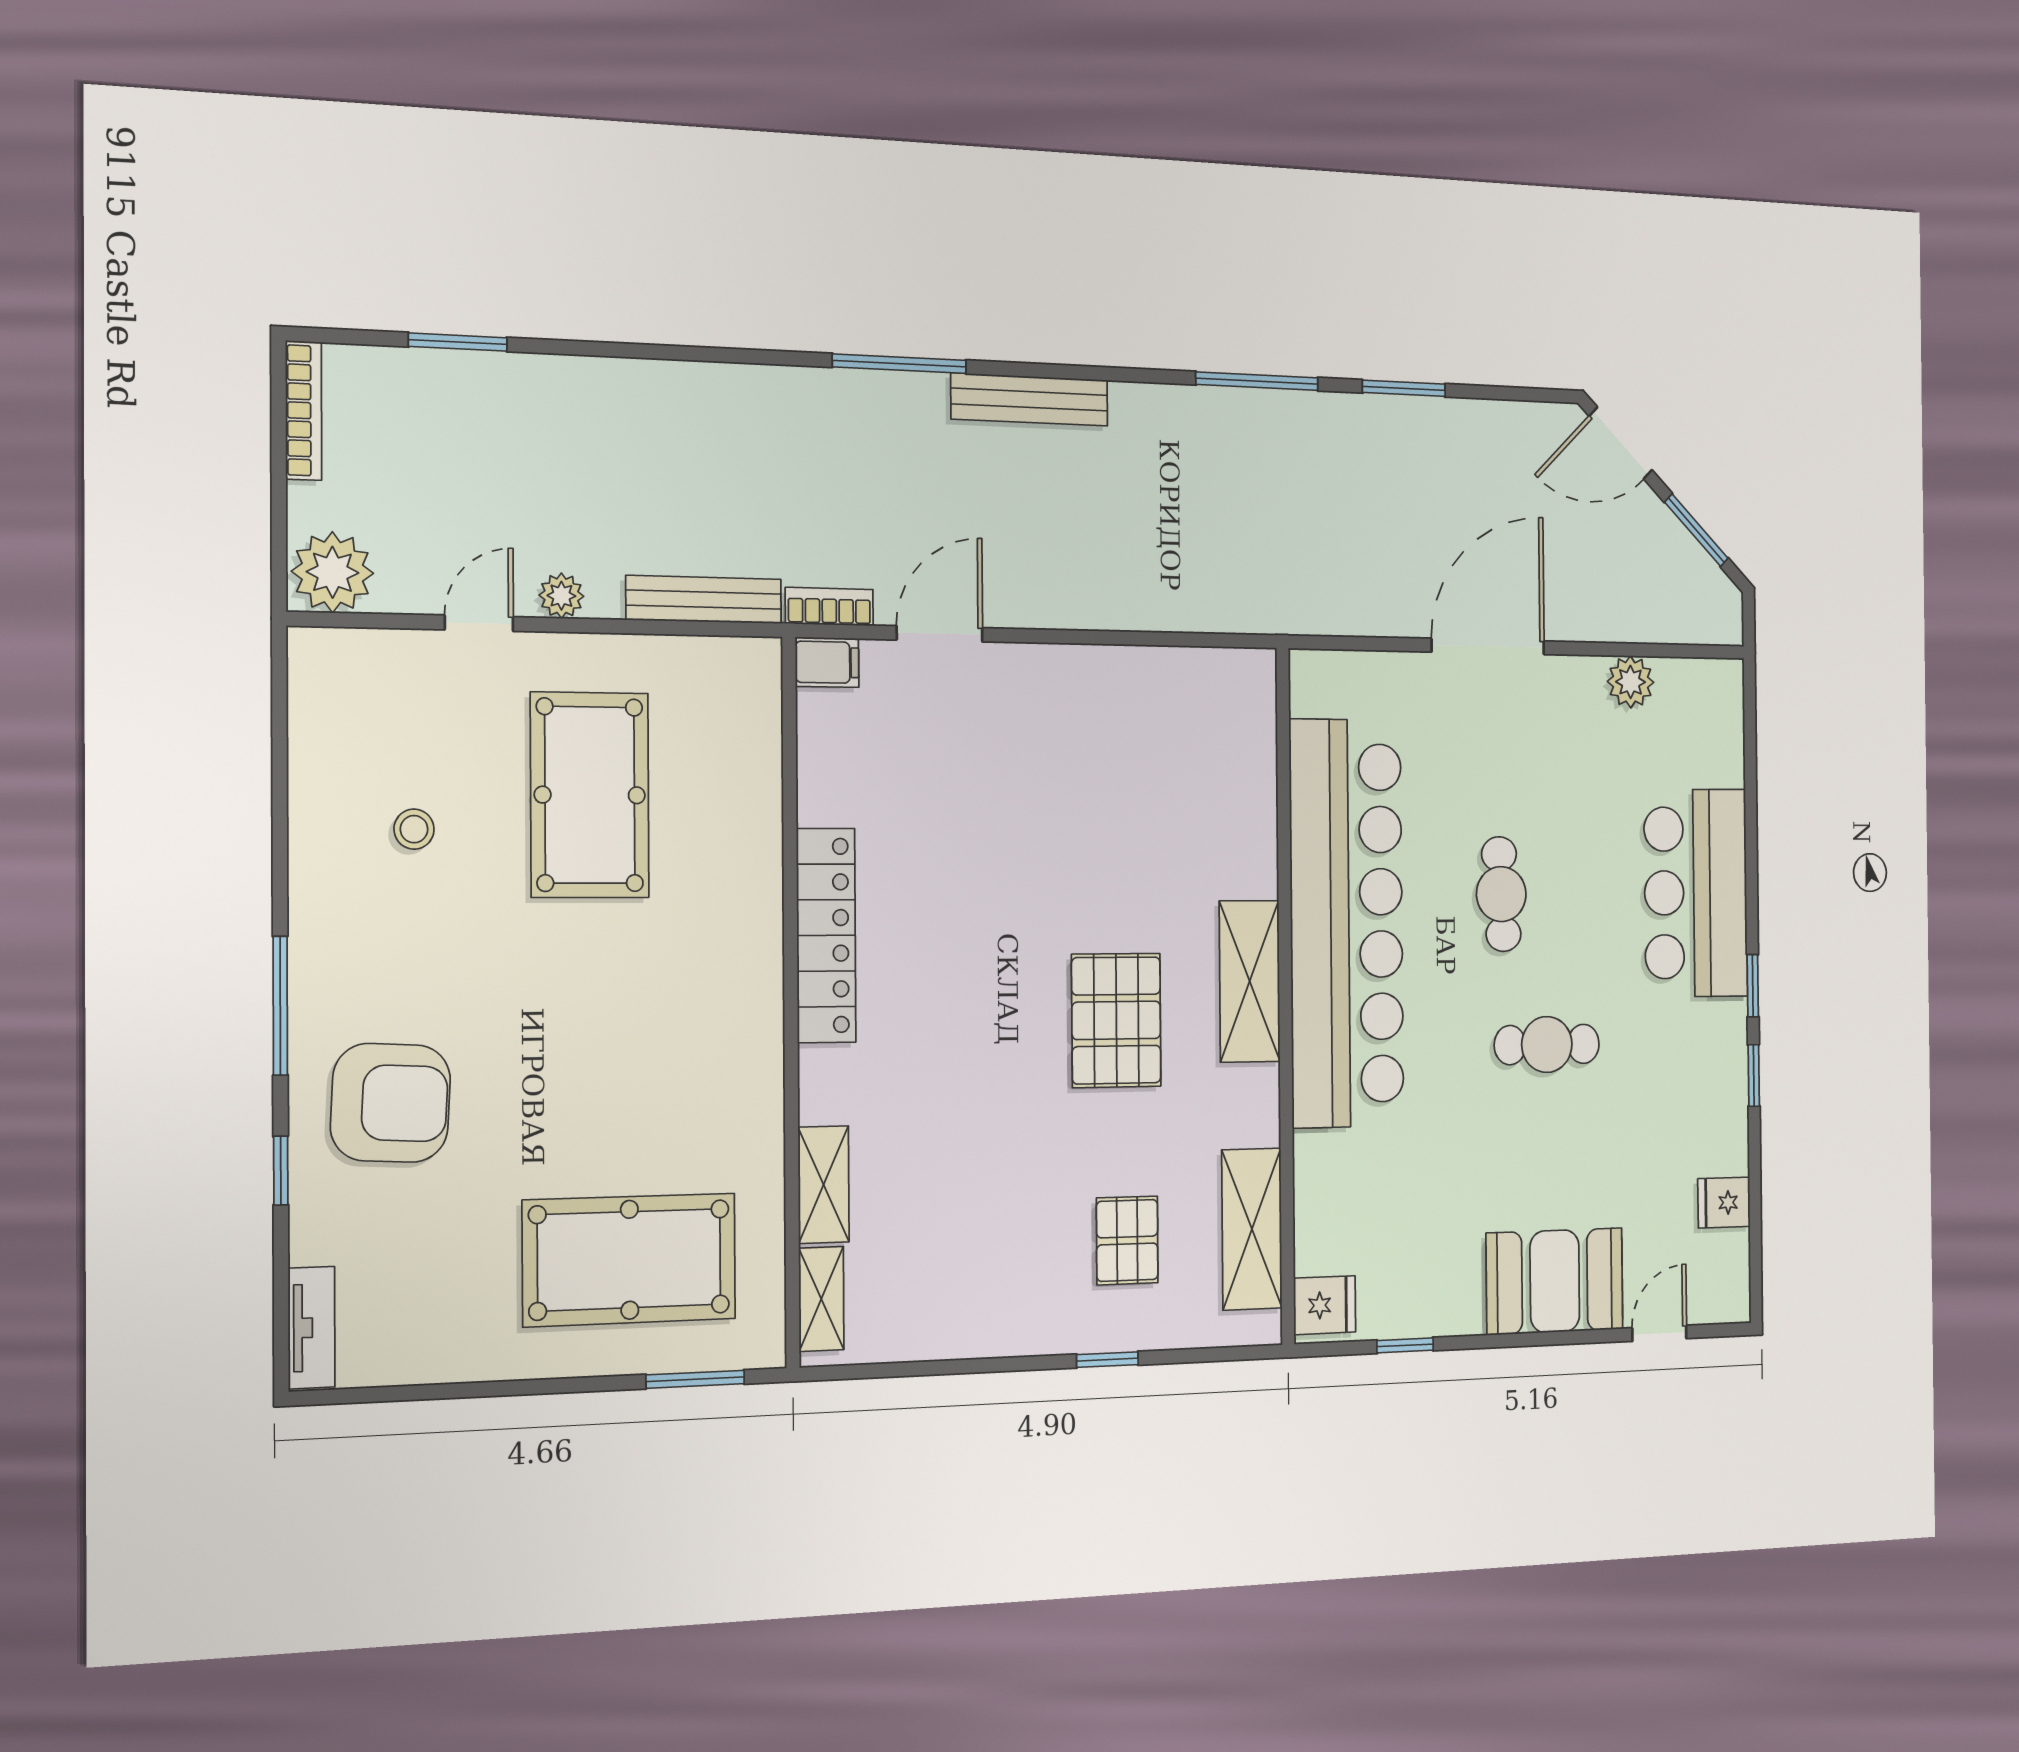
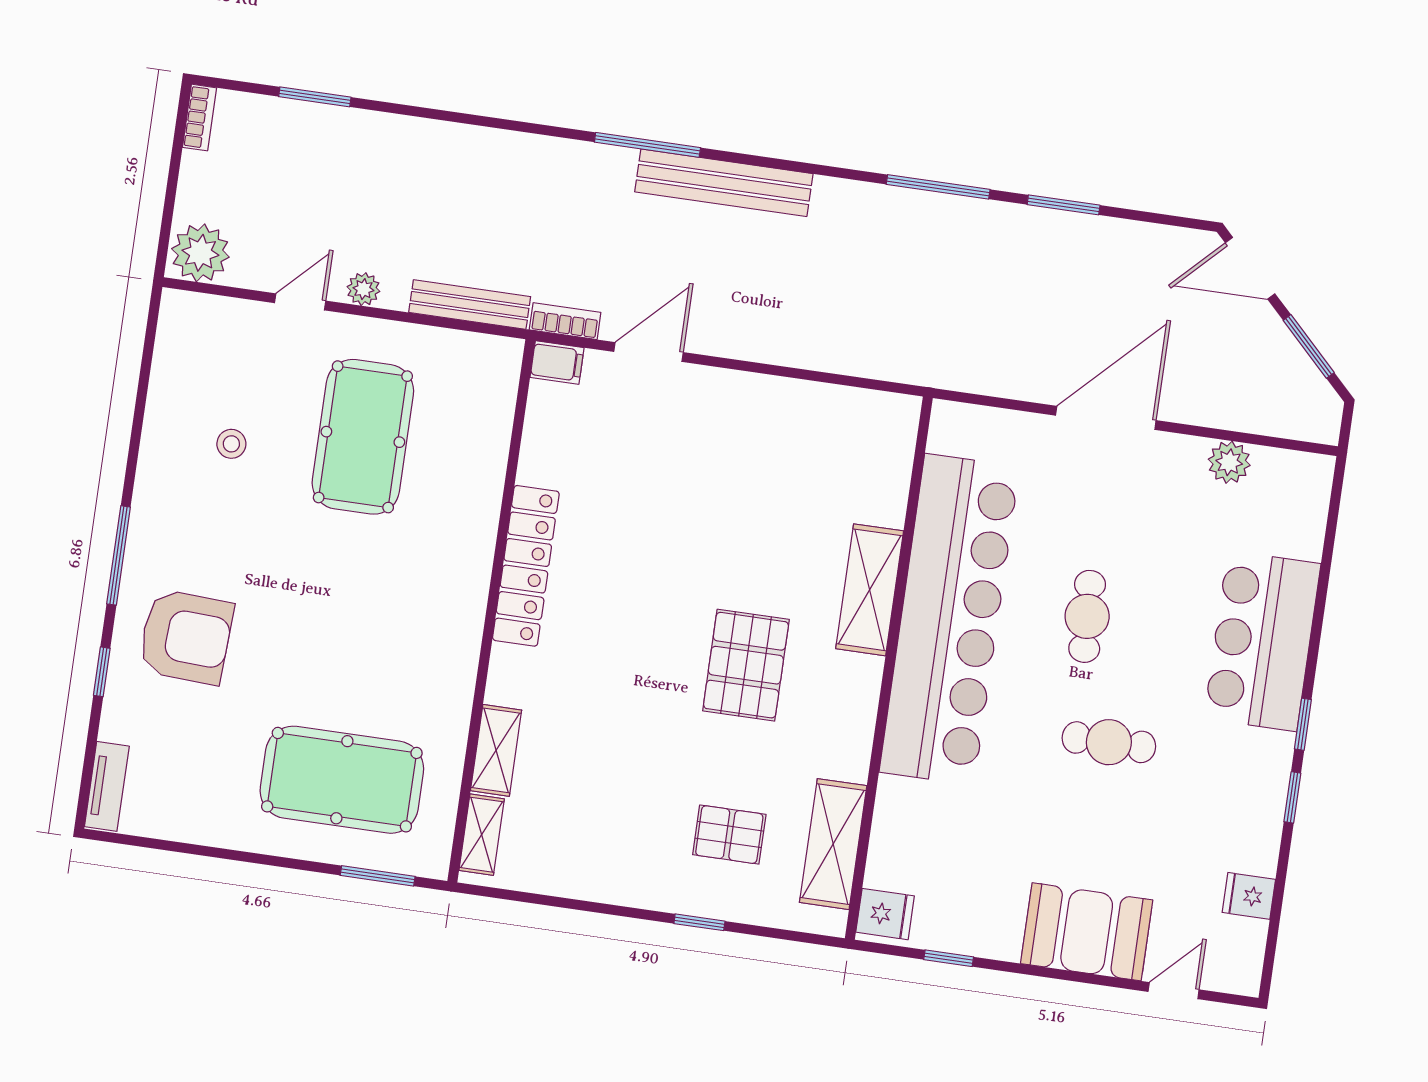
bench: (1030, 399) -> (724, 183), width x1.37, depth x1.21
bookcase: (304, 410) -> (200, 118), width x0.64
shelving: (1250, 981) -> (870, 590), moved
pallet: (1127, 1240) -> (729, 835), turned 90

